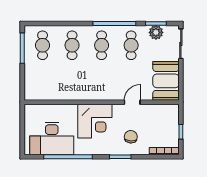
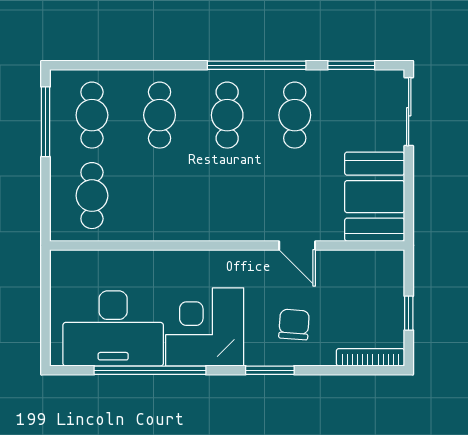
plant: (156, 32) -> (352, 86), removed
cafe table: (43, 80) -> (92, 196), added
door: (132, 102) -> (297, 245), swing flipped
corner desk: (95, 121) -> (205, 327), moved, turned 180

